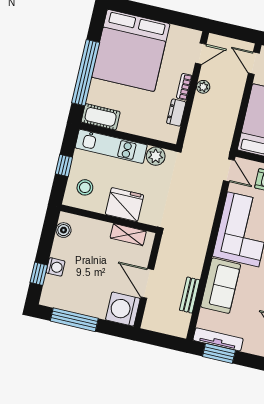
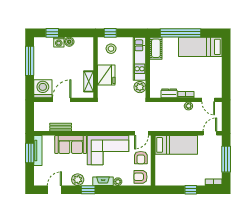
bed: (131, 50) -> (200, 47), width x0.49
window: (64, 166) -> (110, 33), moved
boiler: (63, 230) -> (69, 42), moved

